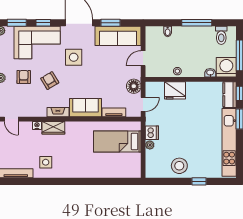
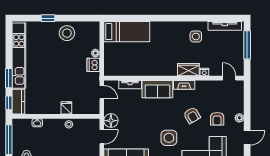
washing machine: (226, 67) -> (22, 128), removed
floor lamp: (134, 86) -> (111, 121), moved
fridge: (175, 90) -> (66, 108), width x0.53, depth x0.75
door: (143, 104) -> (102, 92), swing flipped
bed: (117, 141) -> (127, 32), moved

